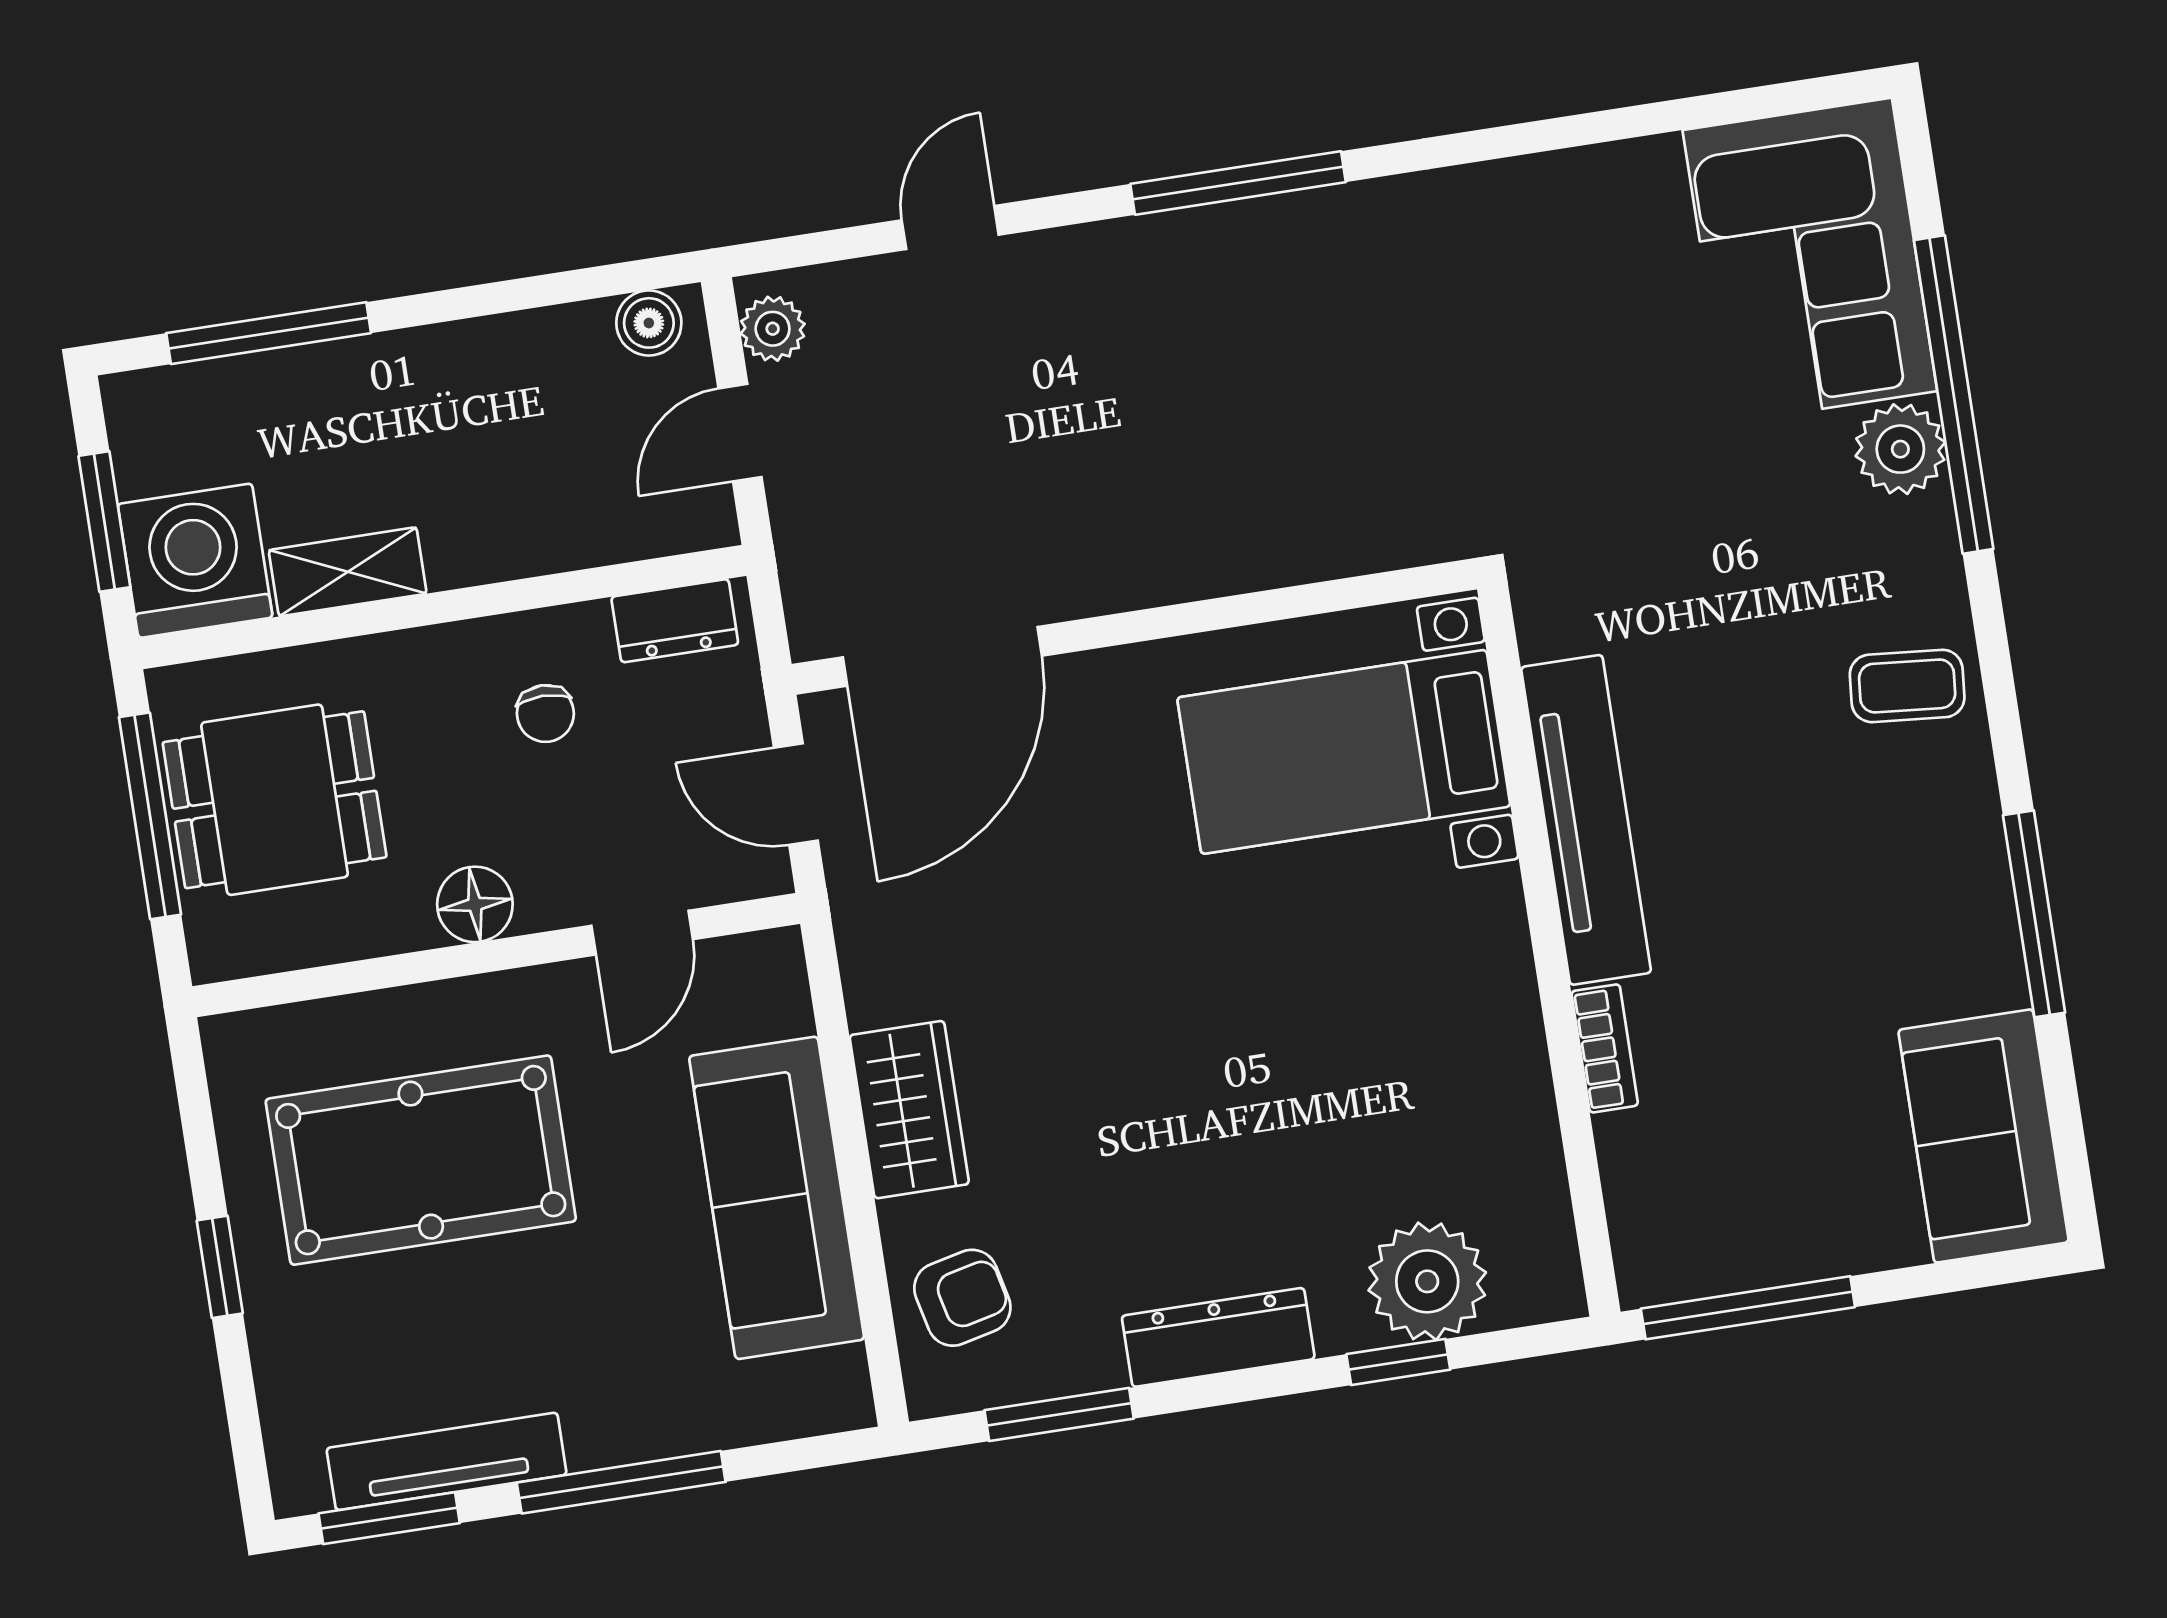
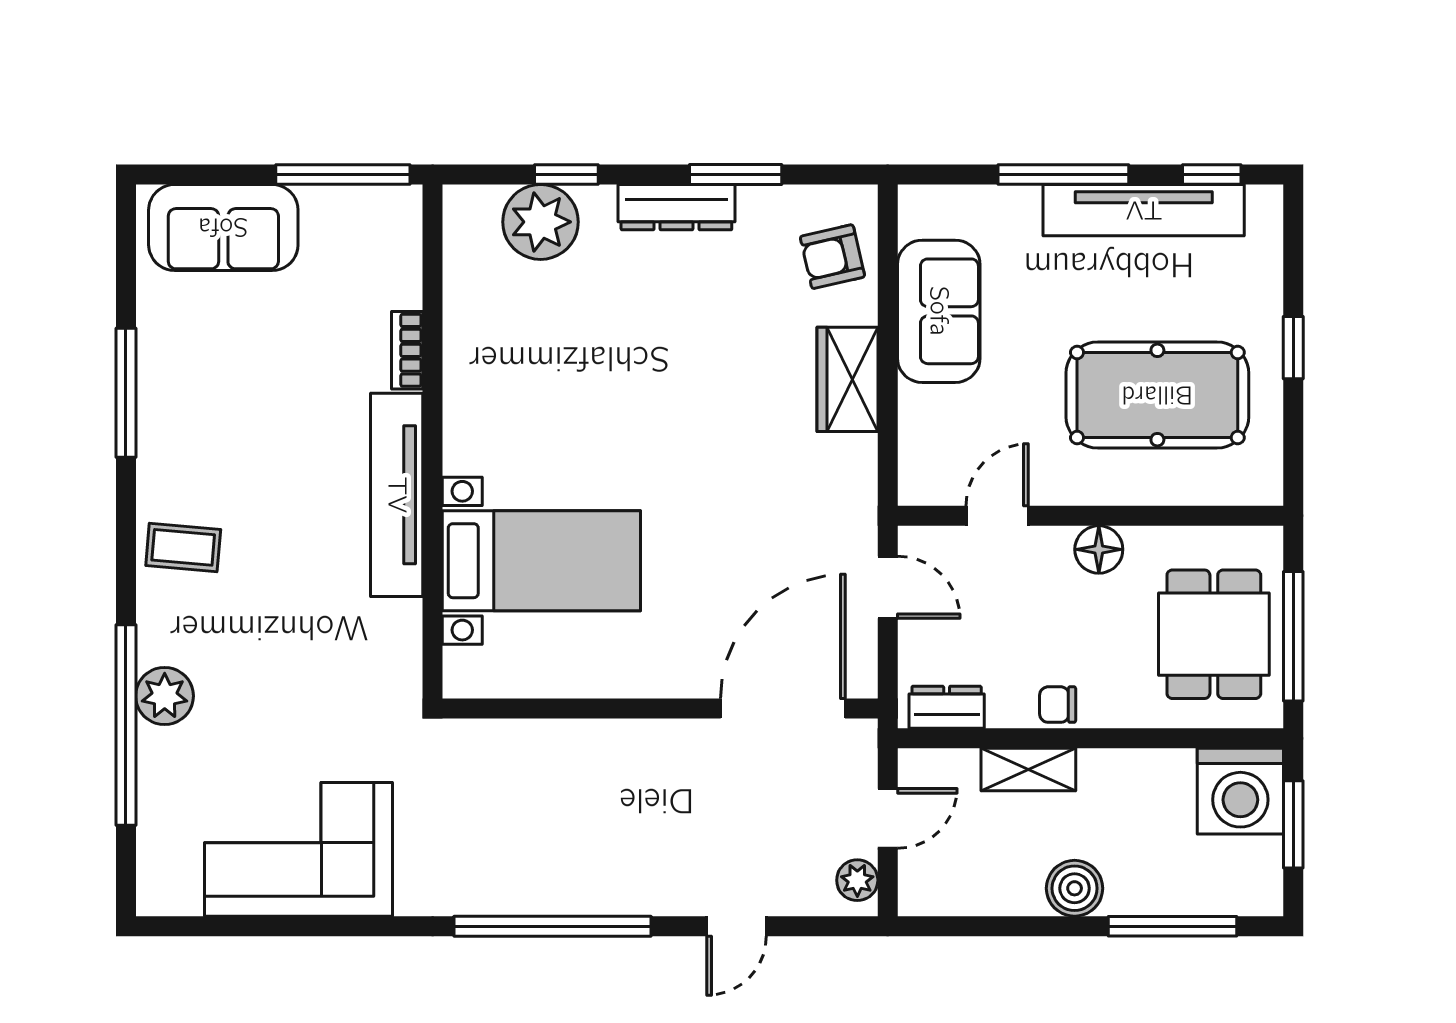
window: (1238, 183) -> (552, 926), width x1.46
corner sofa: (1810, 261) -> (299, 849), moved, turned -90
boiler: (649, 323) -> (1075, 888), moved, width x1.36, depth x1.36
shelving: (348, 572) -> (1028, 769), moved
wall: (1134, 627) -> (660, 709), moved
door: (942, 656) -> (783, 709), moved
chair: (545, 713) -> (1058, 705), moved, turned -90
dining table: (275, 800) -> (1214, 634), turned 90
sofa: (1984, 1136) -> (223, 227), moved, turned 90
sofa: (777, 1198) -> (939, 311), width x0.73
window: (1059, 1414) -> (736, 174), moved
tv unit: (447, 1461) -> (1144, 210), width x1.36, depth x1.29
window: (389, 1518) -> (1212, 174), width x0.67

